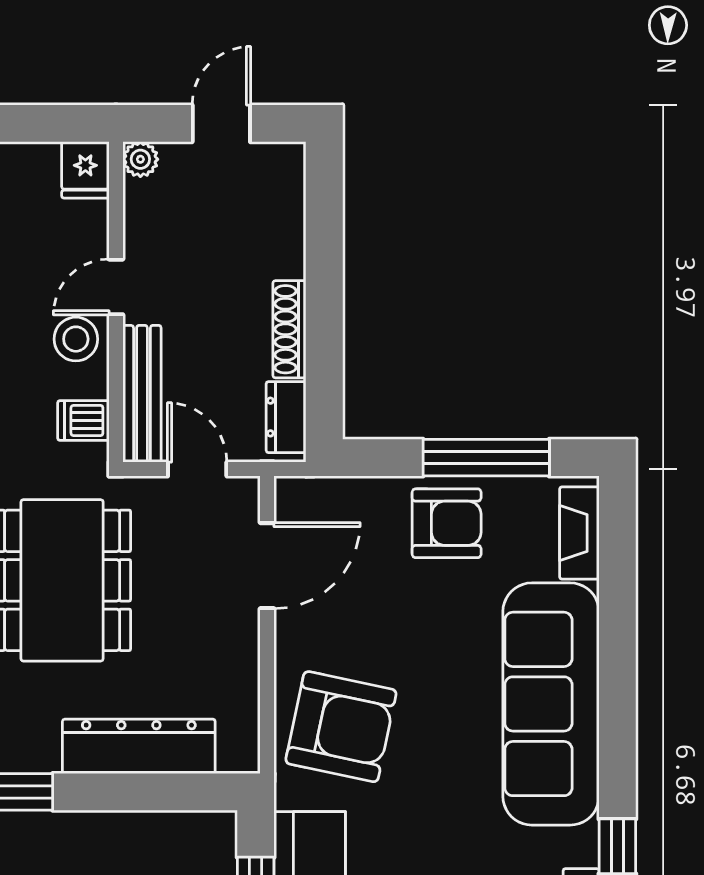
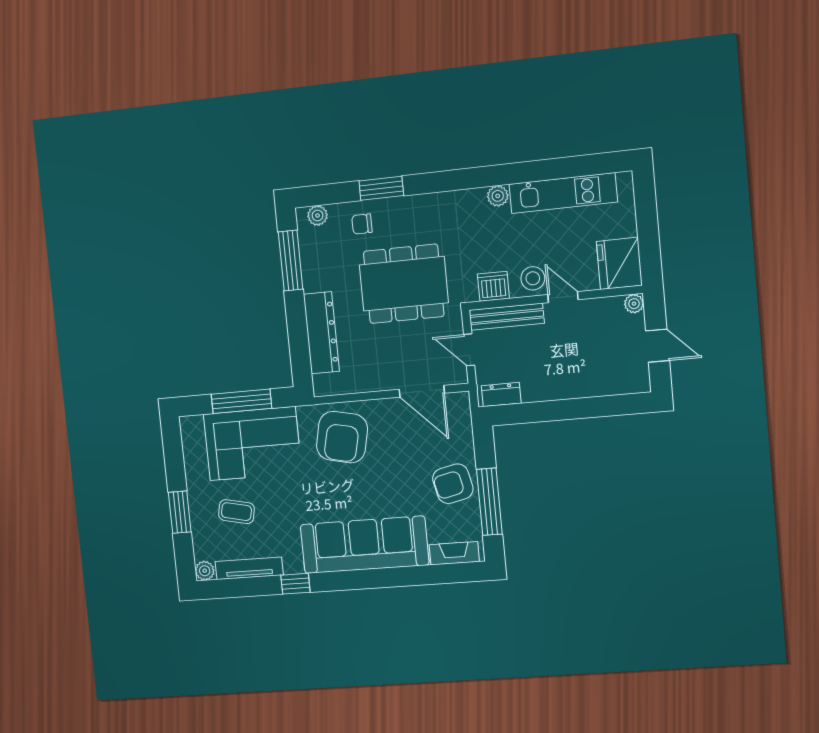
fridge: (85, 170) -> (619, 263), width x1.88, depth x1.34
shoe rack: (289, 329) -> (548, 392), removed
dishwasher: (83, 420) -> (493, 286), width x1.38
door: (197, 469) -> (469, 350), swing flipped
armchair: (447, 523) -> (453, 484), turned 77

